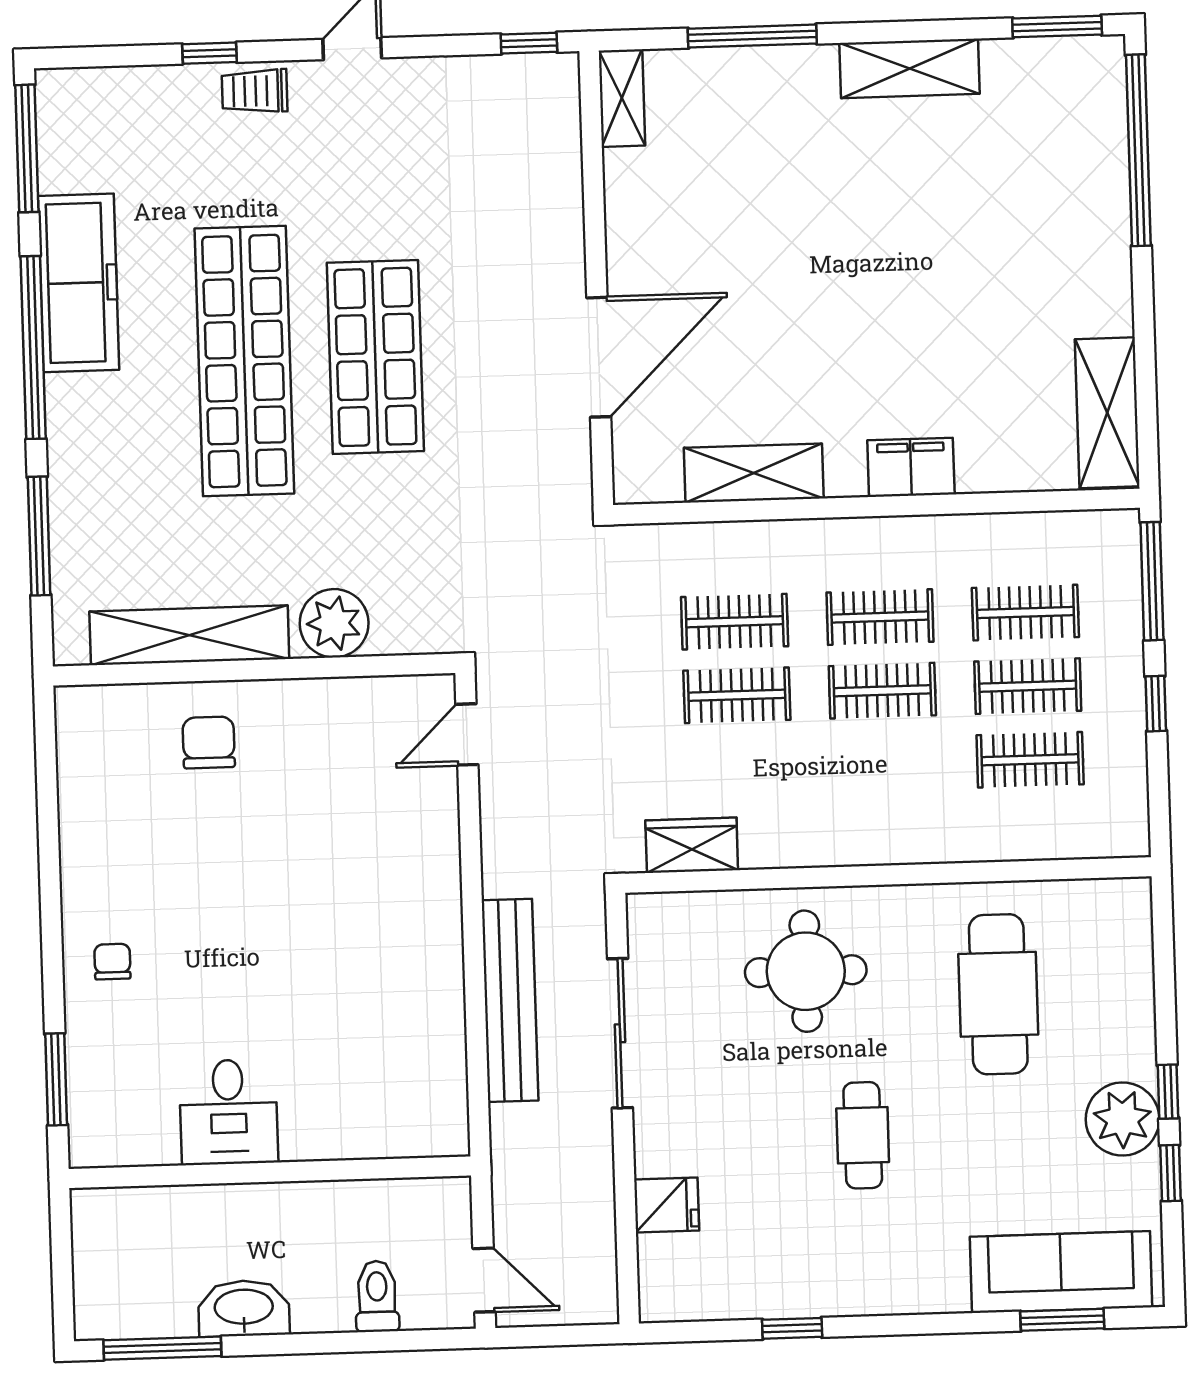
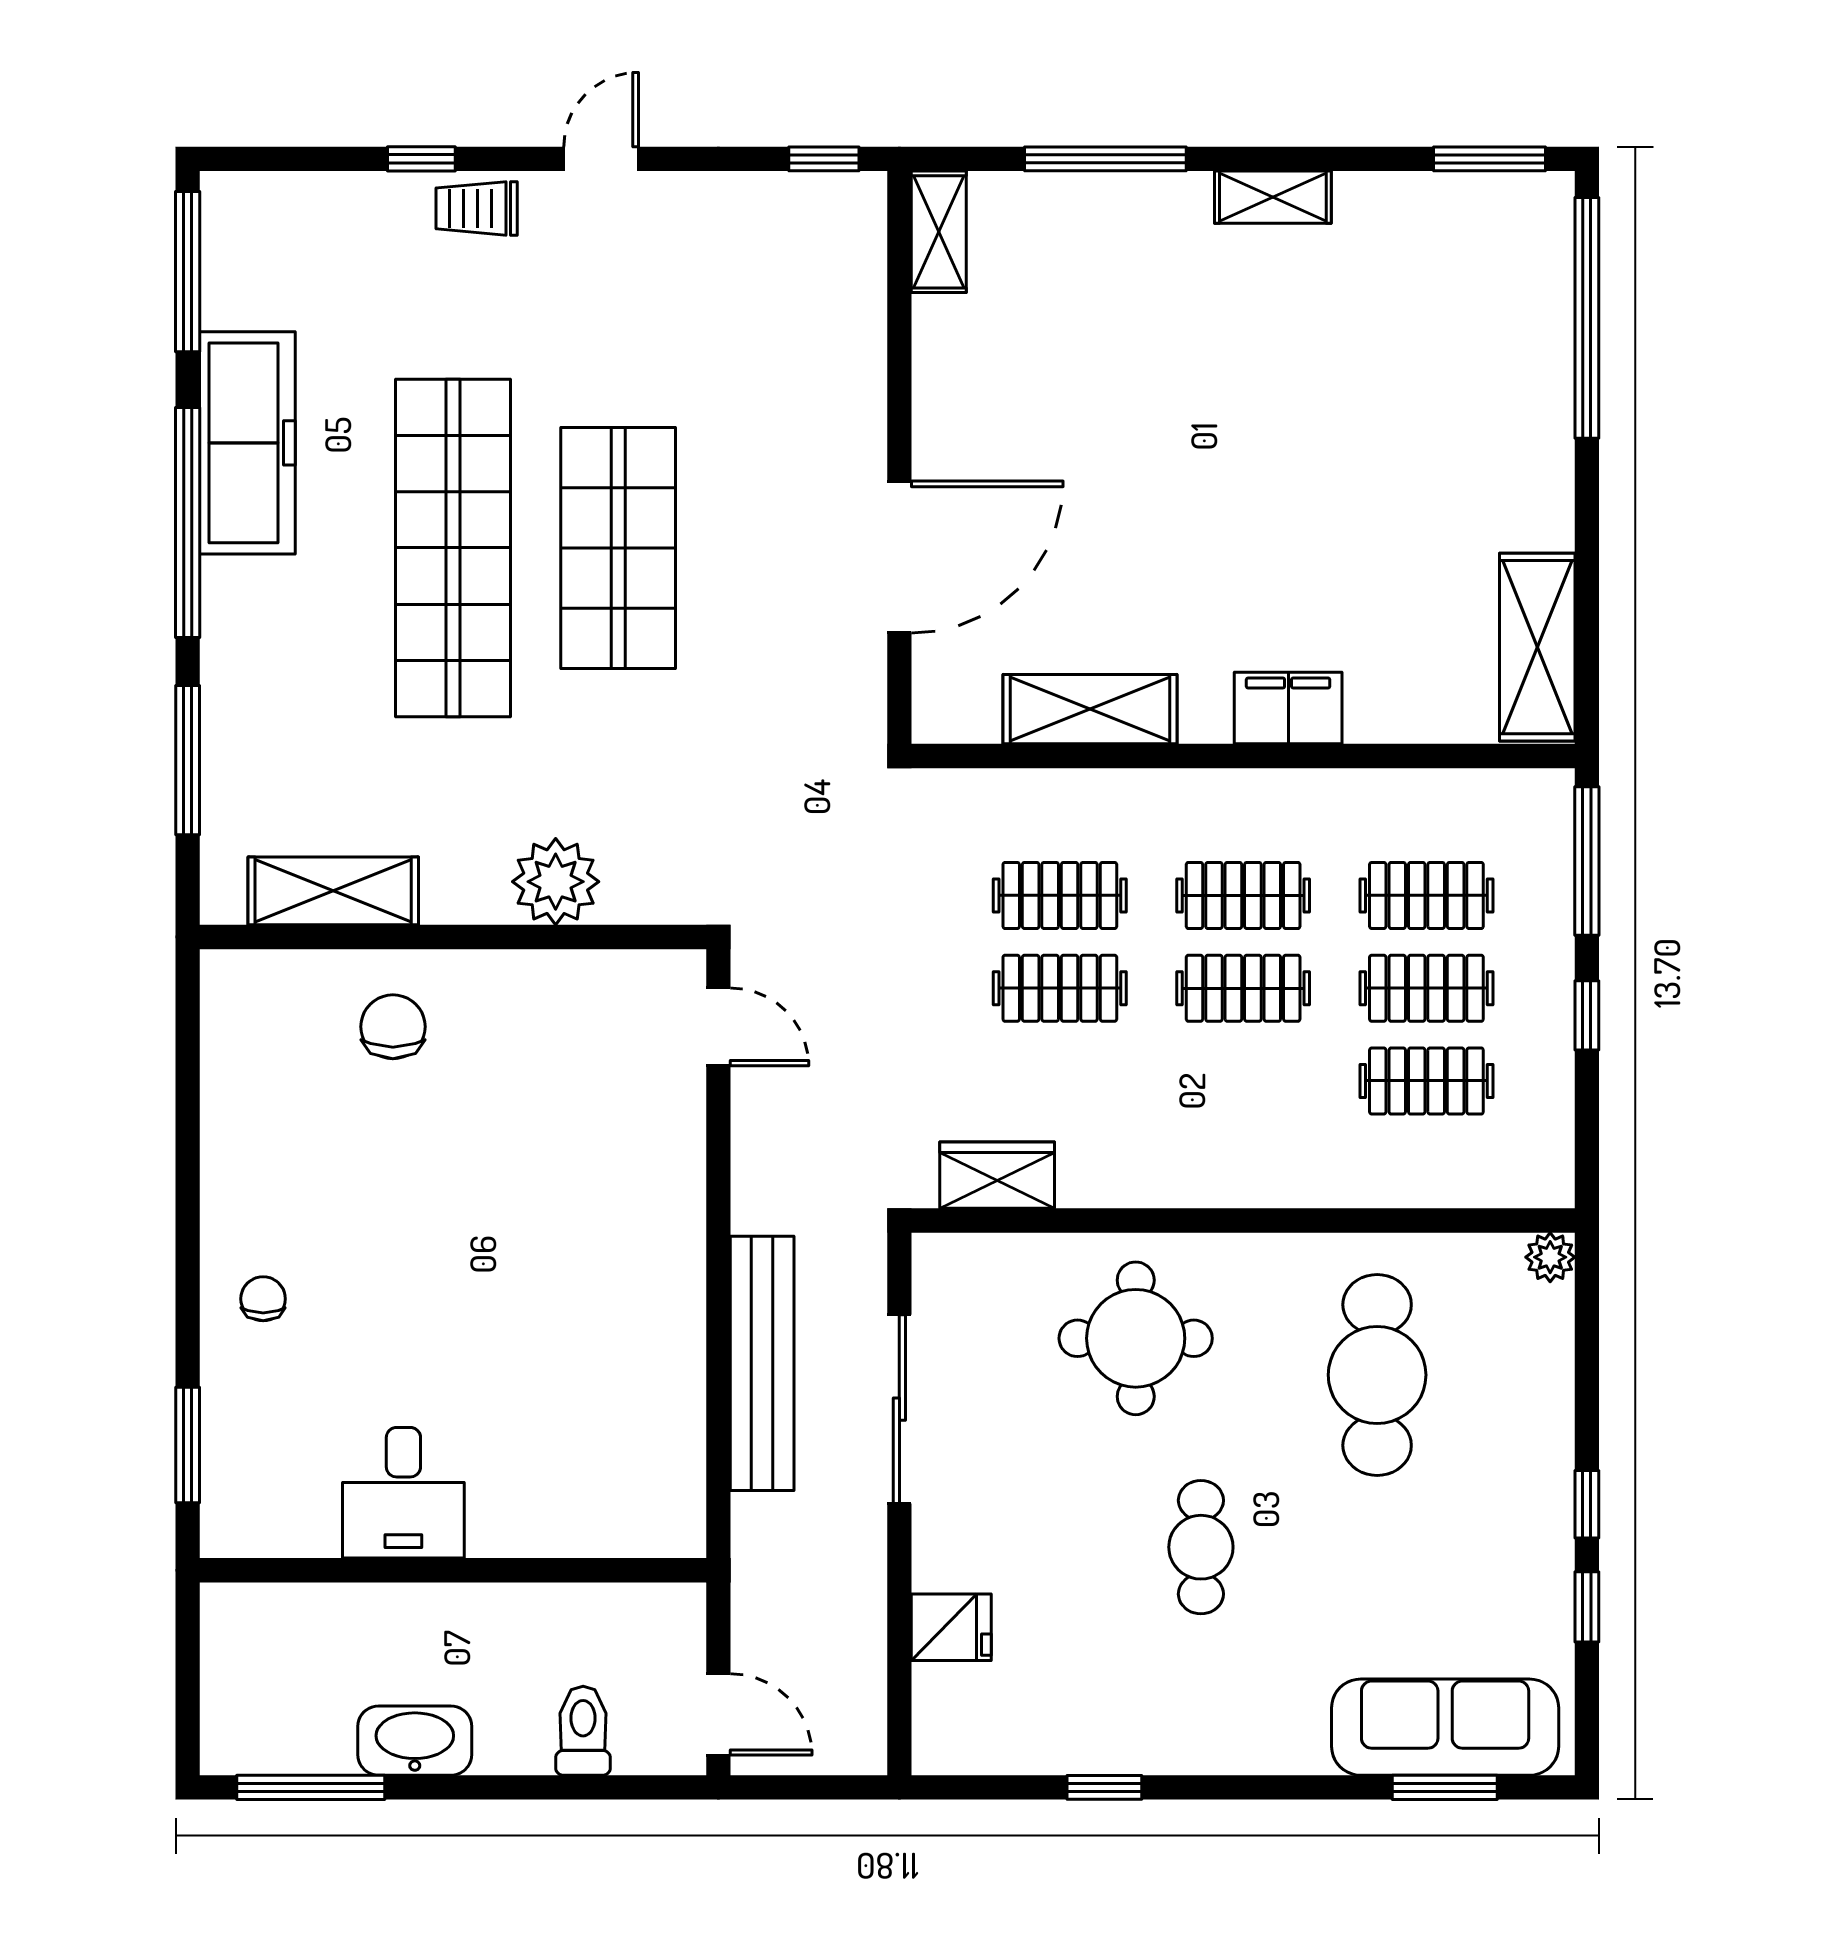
shelving: (909, 68) -> (1273, 197), width x0.67, depth x0.75
shelving: (189, 635) -> (333, 891), width x0.68
door: (467, 734) -> (718, 1027), swing flipped
plant: (1123, 1119) -> (1550, 1257), moved, width x0.53, depth x0.53

